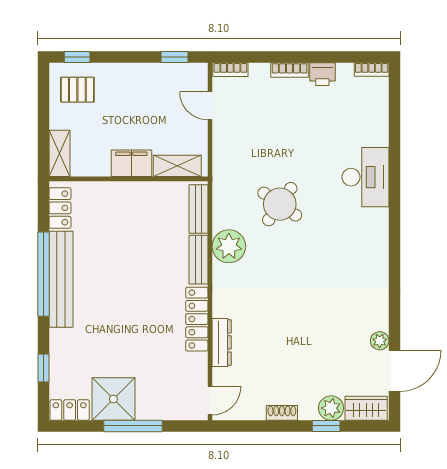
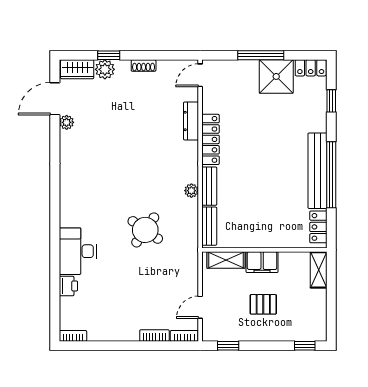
bookcase: (289, 70) -> (154, 335), moved
printer: (322, 74) -> (68, 286), moved, turned 90
pallet: (77, 90) -> (263, 304), moved
door: (210, 106) -> (200, 307), swing flipped
plant: (229, 246) -> (191, 191), width x0.53, depth x0.53

